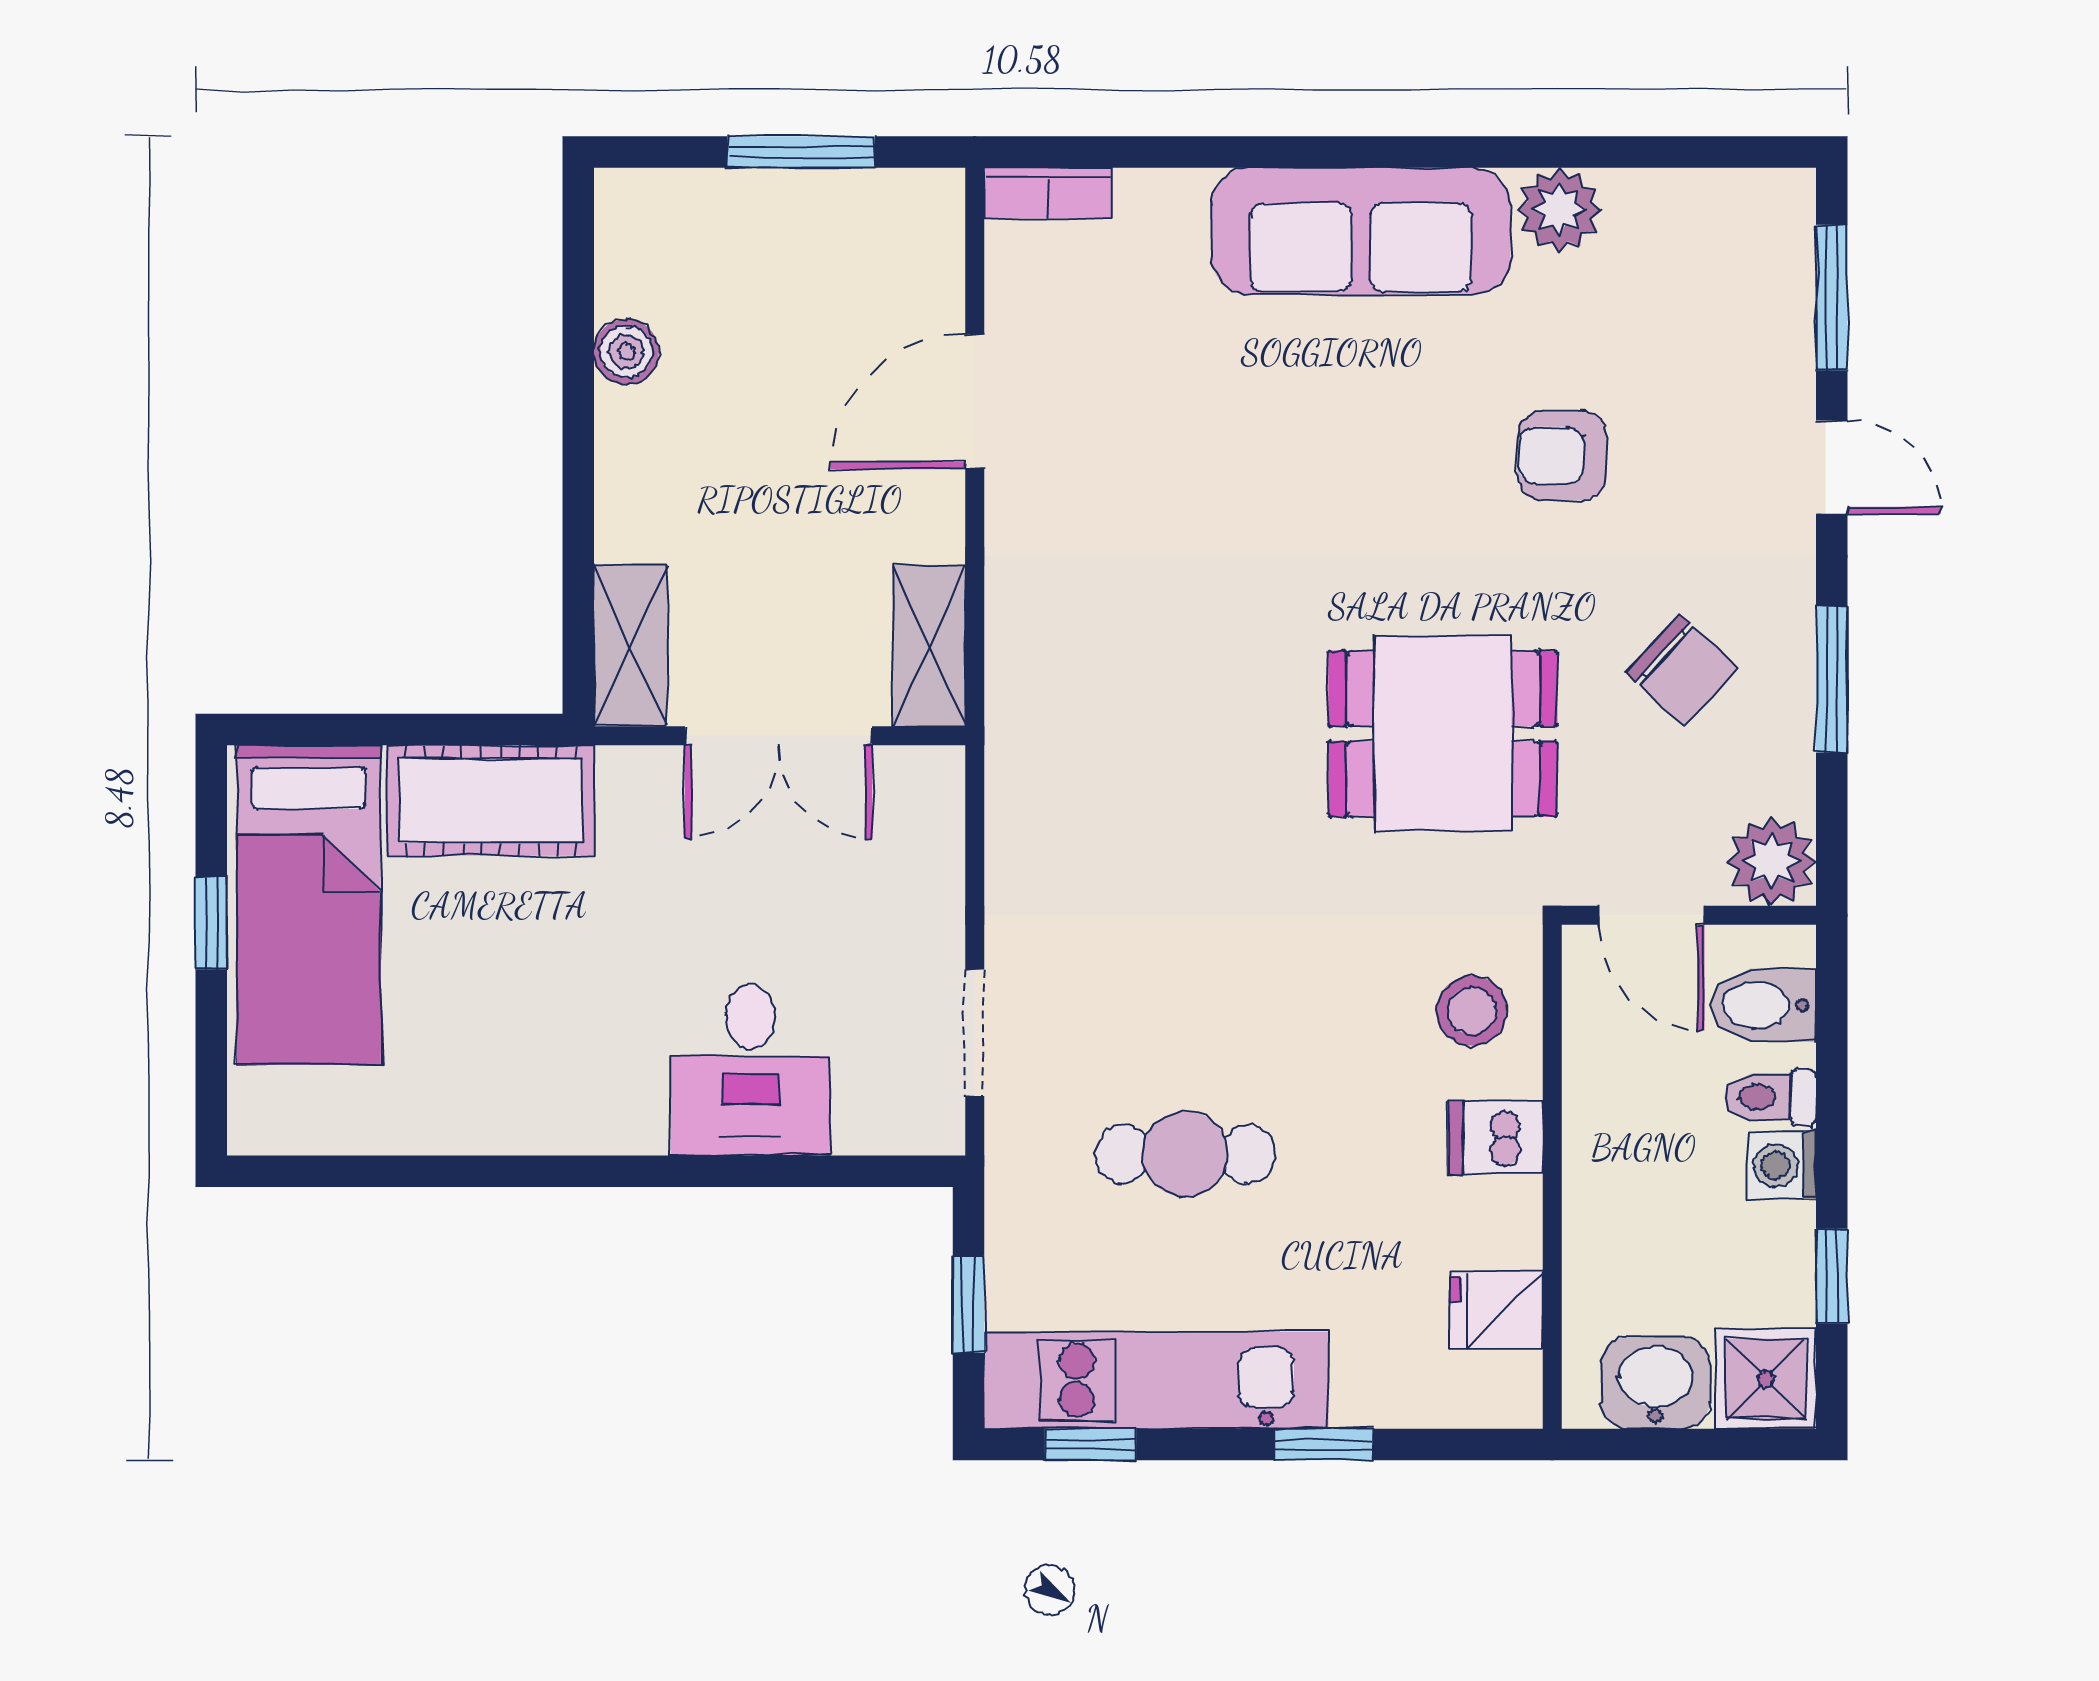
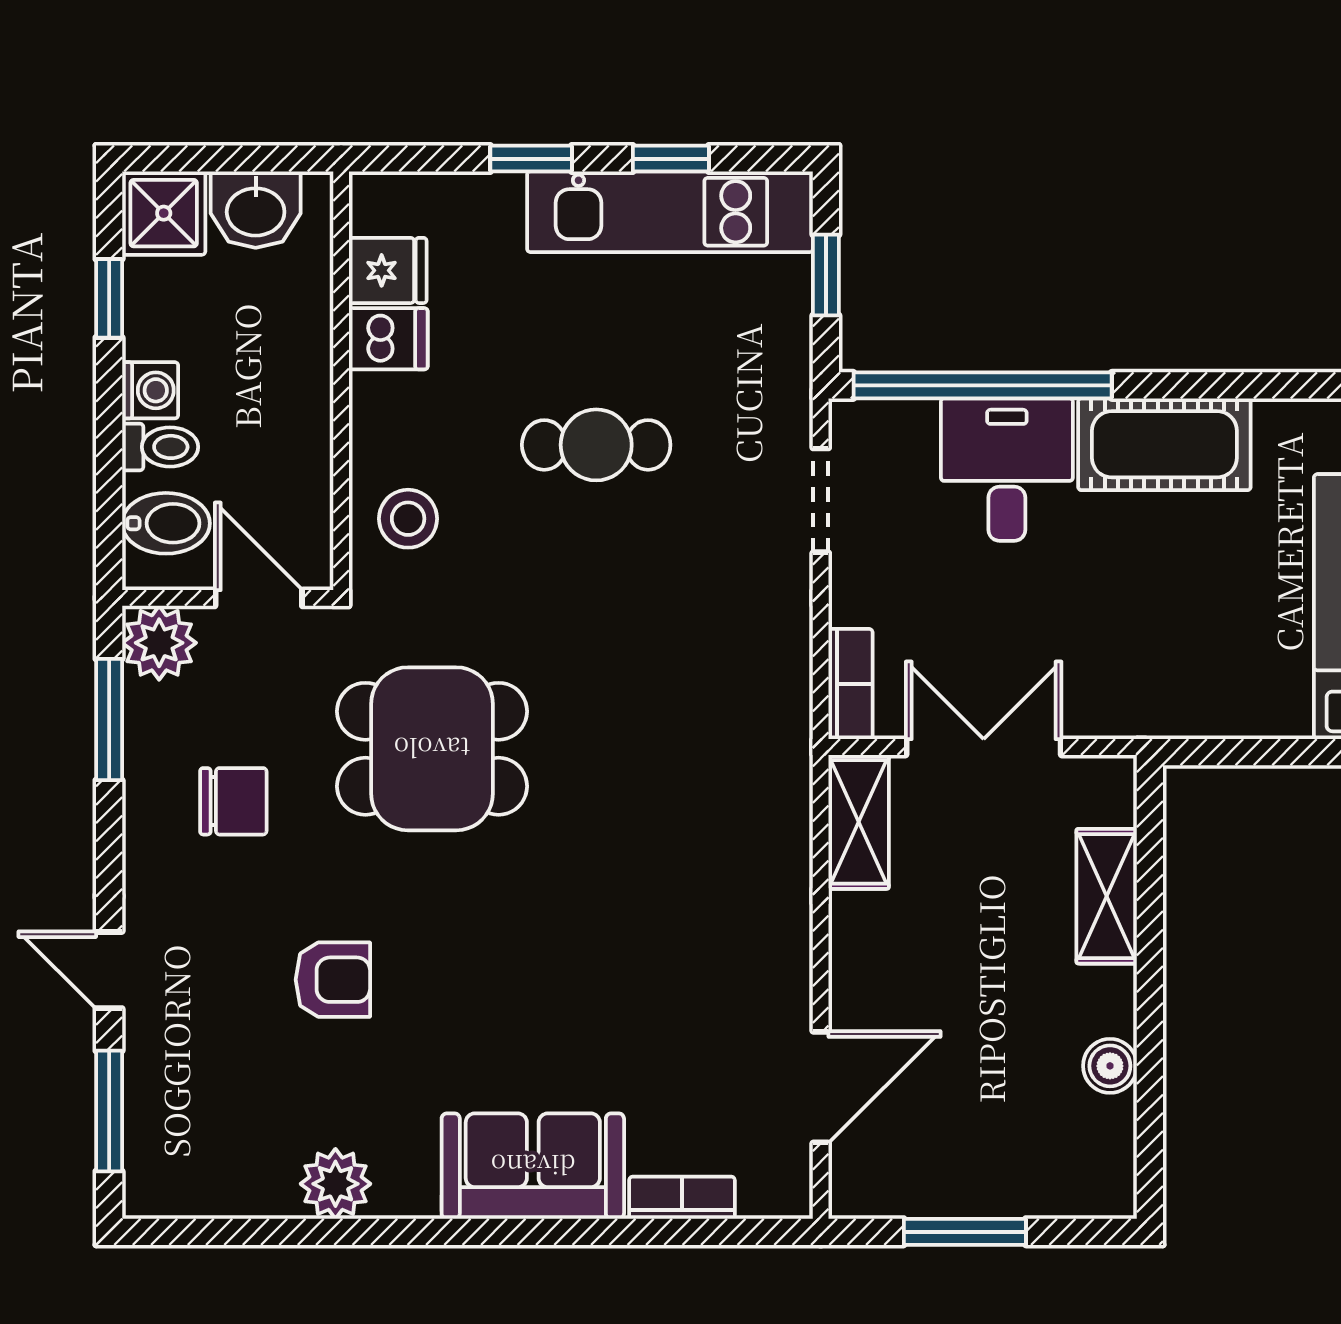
bookcase: (1048, 193) -> (682, 1198), moved
sofa: (1361, 231) -> (533, 1166), width x0.73
door: (975, 402) -> (821, 1087), moved
shelving: (630, 645) -> (1107, 896), moved
chair: (1682, 670) -> (233, 801), turned 137
window: (1832, 679) -> (109, 719), moved
cot: (491, 800) -> (1164, 444), moved
bookcase: (939, 812) -> (851, 684), added
dishwasher: (1495, 1137) -> (388, 339), moved
cafe table: (1185, 1154) -> (596, 445), moved
window: (780, 1171) -> (983, 385), added
window: (1090, 1444) -> (671, 159), moved

